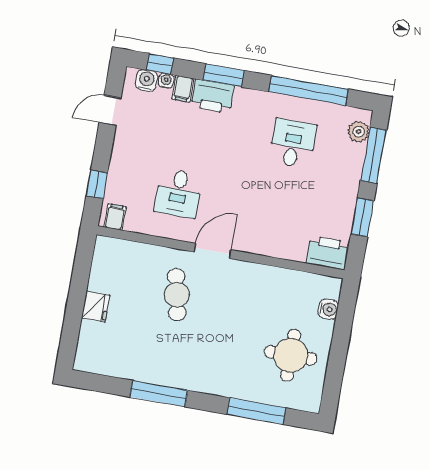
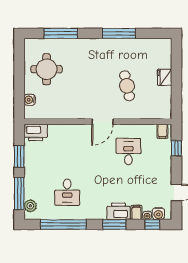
cafe table: (177, 295) -> (127, 86), moved

